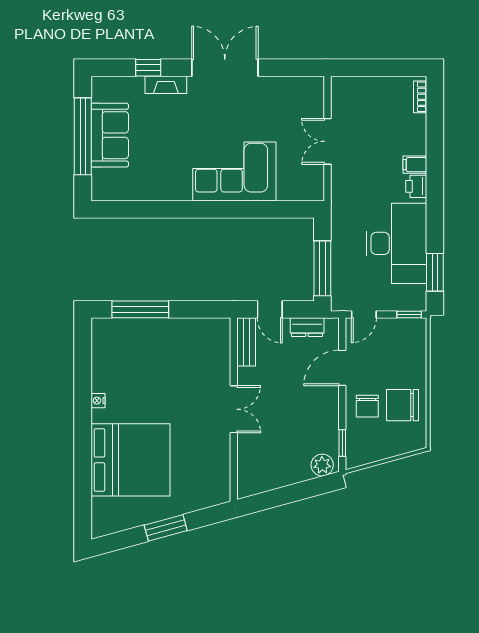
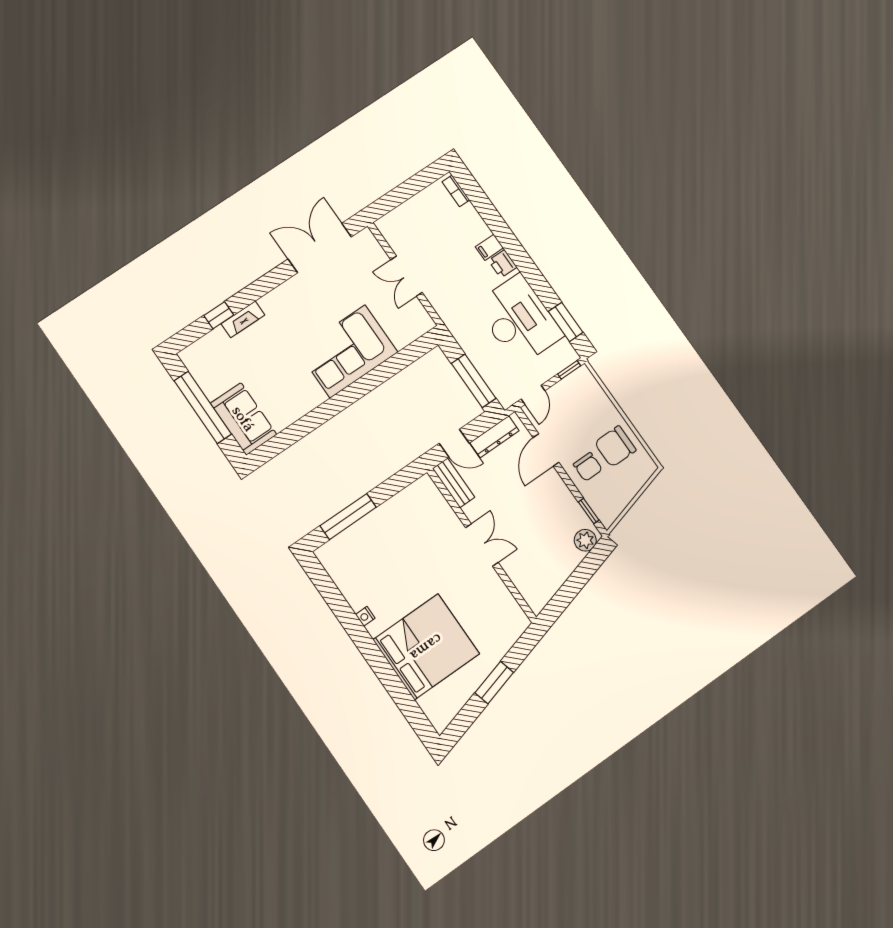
double door: (225, 68) -> (320, 248), moved
sofa: (110, 135) -> (243, 419), moved
dresser: (307, 327) -> (494, 437), width x1.44

